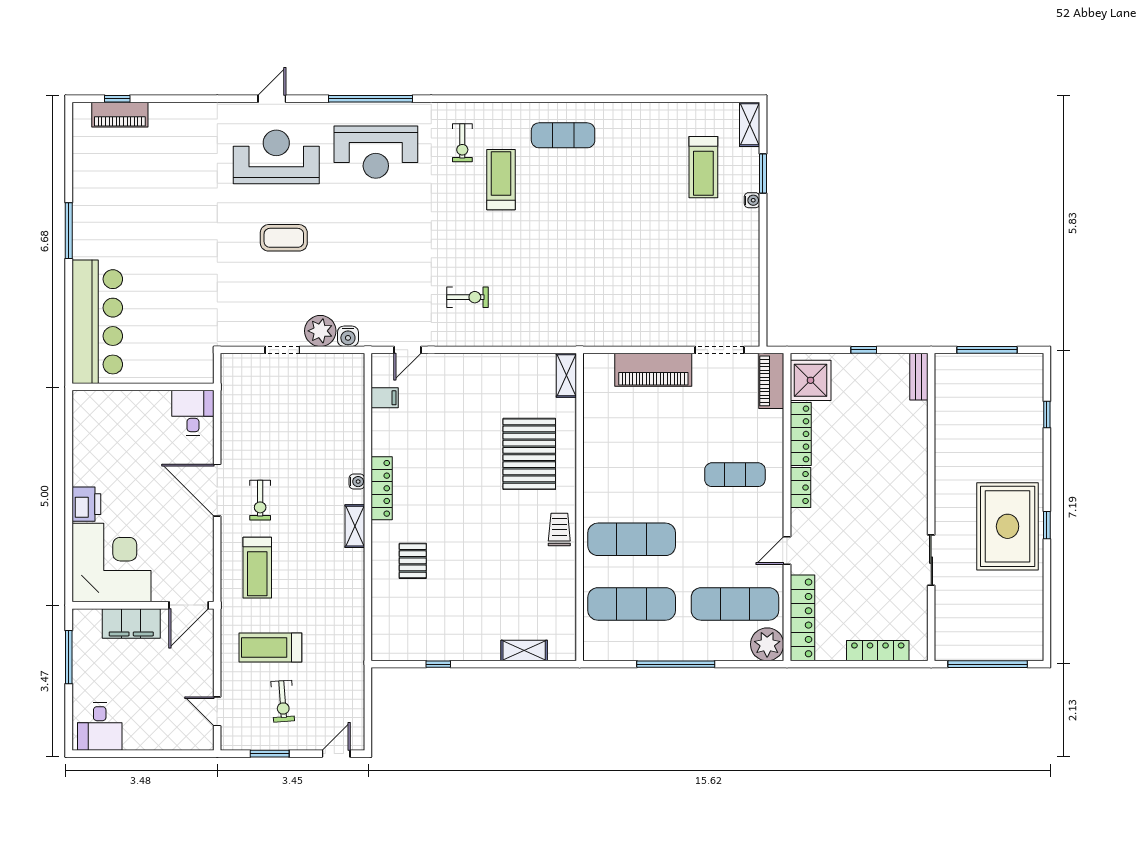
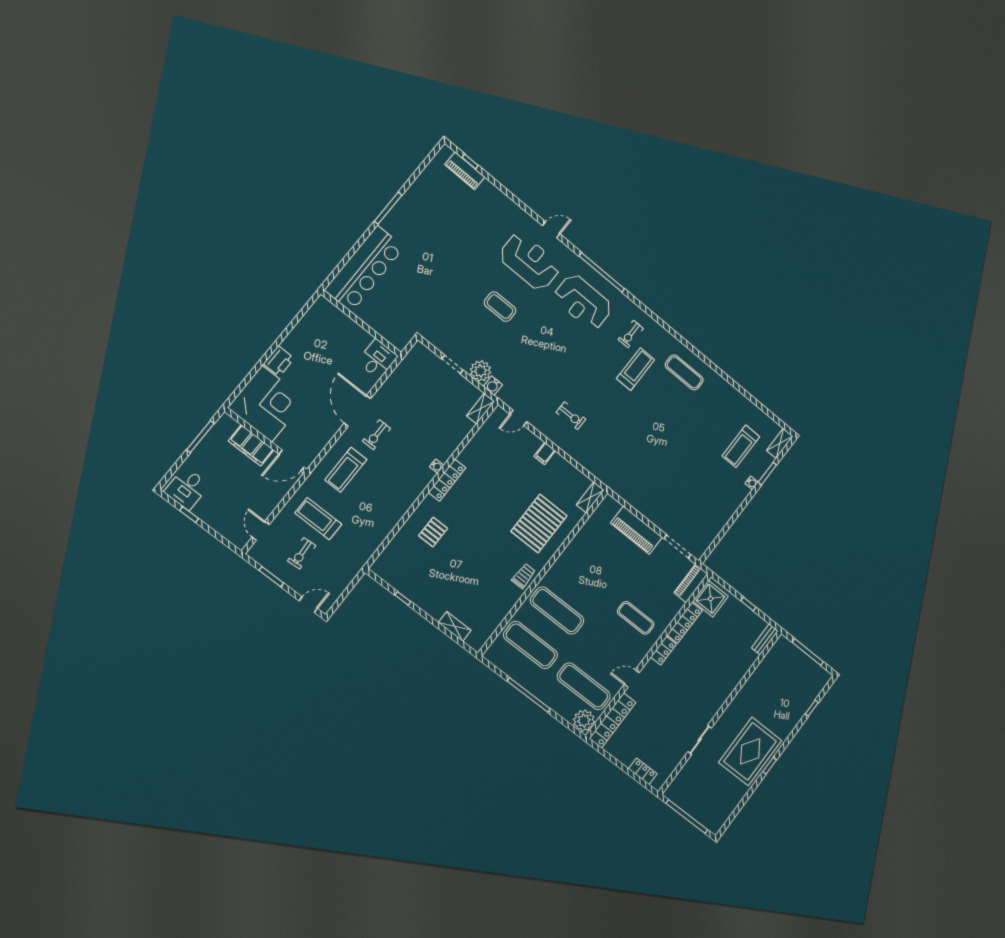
filing cabinet: (385, 398) -> (545, 453), moved, turned 90
shelving: (355, 526) -> (481, 409), moved
locker: (878, 651) -> (643, 771), width x0.66
window: (125, 754) -> (189, 514), added

